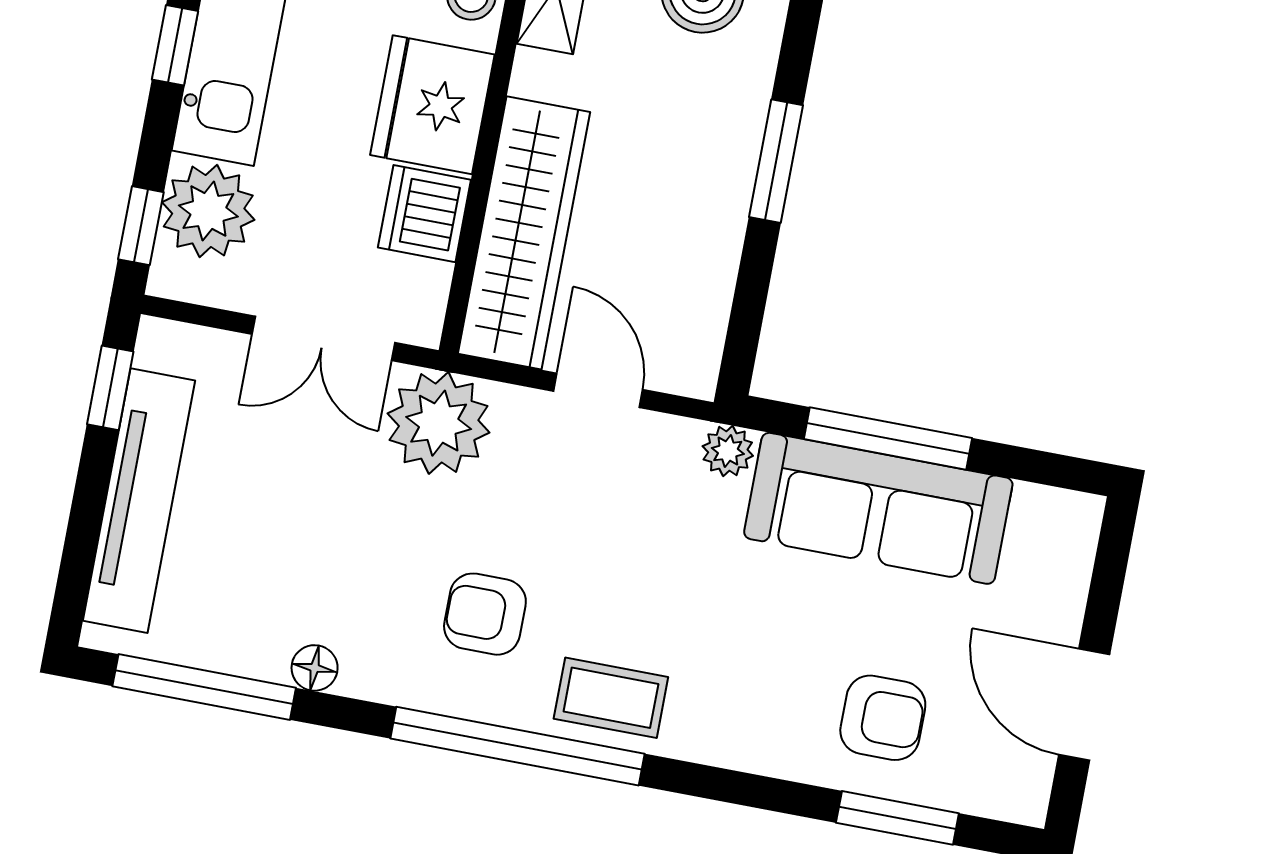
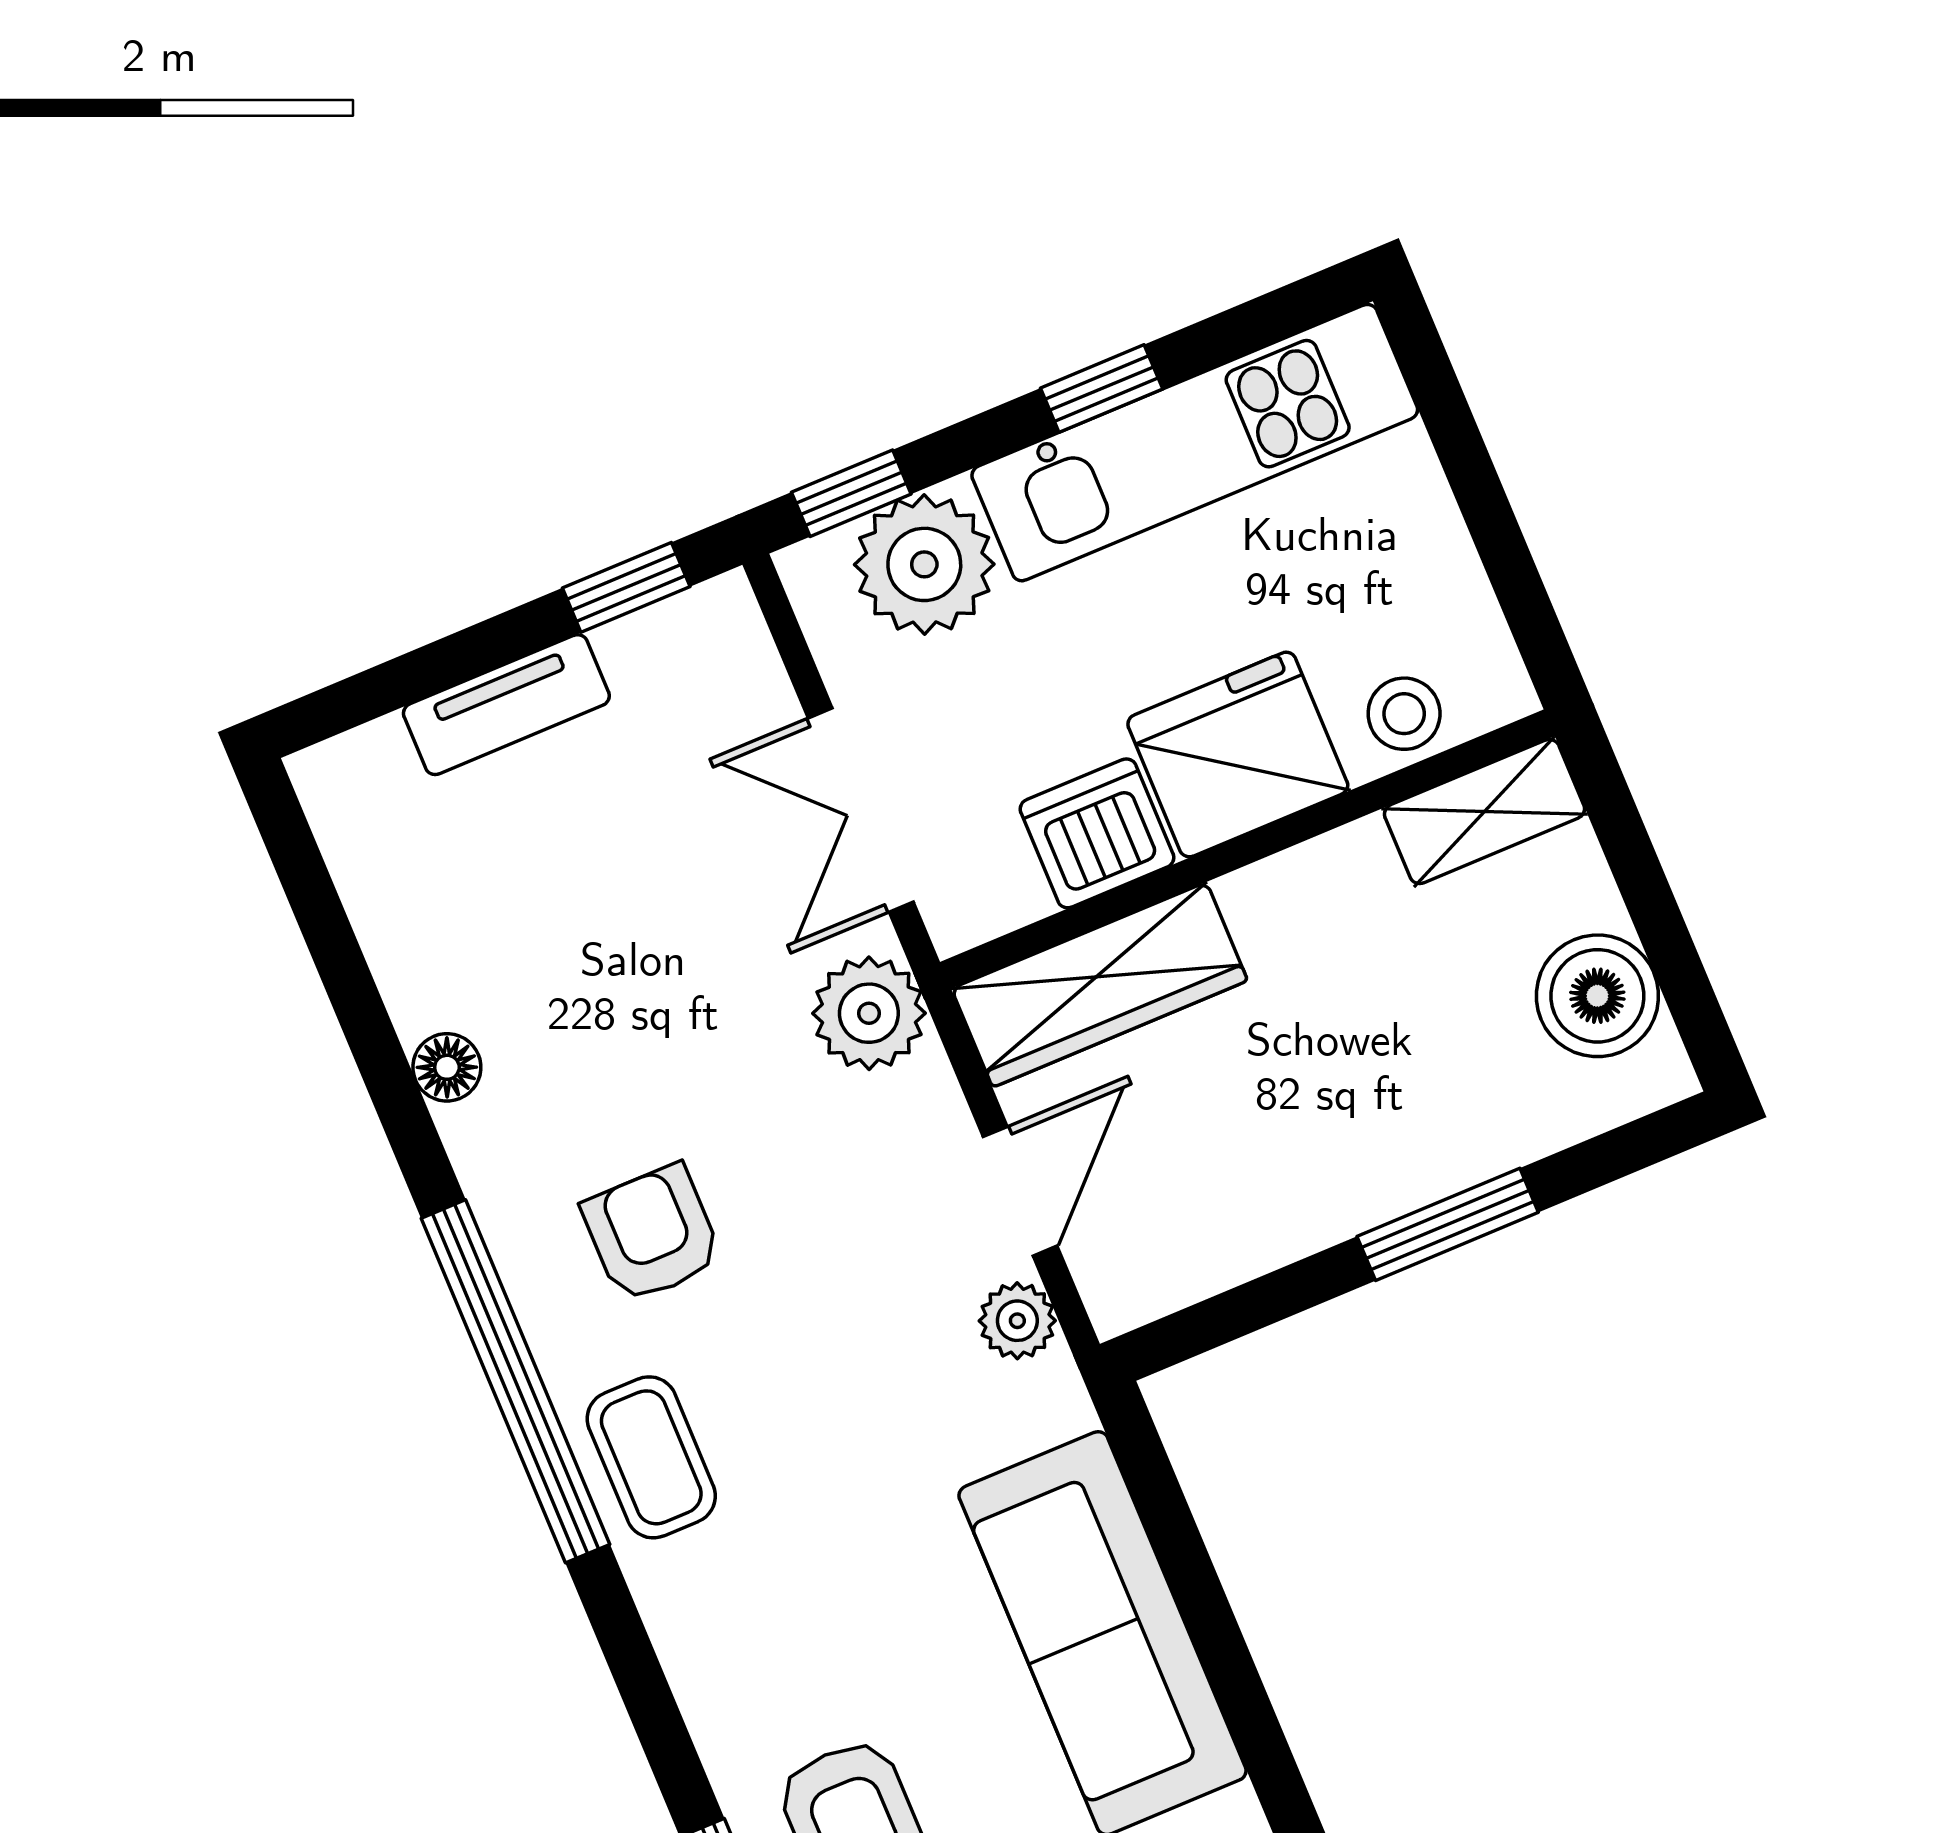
wardrobe: (524, 233) -> (1100, 985), width x0.71, depth x0.85
plant: (439, 423) -> (869, 1013), width x0.73, depth x0.73
window: (888, 438) -> (1197, 1588), removed
plant: (728, 451) -> (1017, 1321), moved
tv unit: (139, 501) -> (506, 705), width x0.52, depth x0.78
window: (204, 687) -> (334, 947), removed

